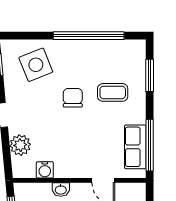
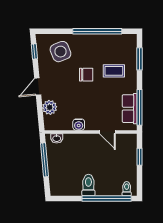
chair: (73, 98) -> (86, 75), turned 90
water cooler: (45, 170) -> (79, 125), moved
washbasin: (61, 190) -> (57, 138), moved

